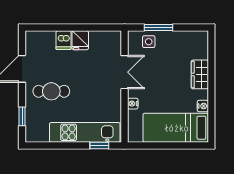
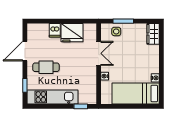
fridge: (80, 40) -> (72, 33), width x1.88, depth x1.34
wardrobe: (200, 74) -> (153, 34), moved
kitchen unit: (85, 132) -> (52, 97), moved

